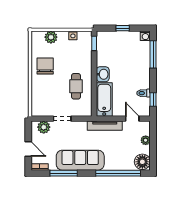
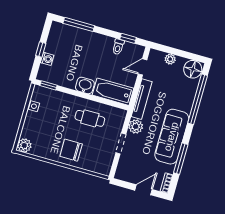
washing machine: (145, 36) -> (47, 59), moved
plant: (51, 37) -> (24, 145), moved
chair: (45, 66) -> (71, 150), moved
plant: (44, 127) -> (136, 126), moved

